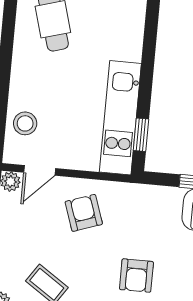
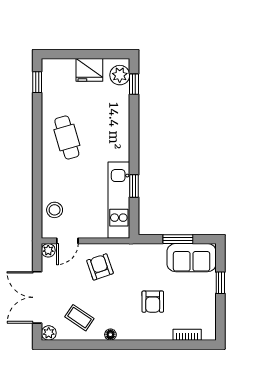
window: (141, 135) -> (134, 186), moved
armchair: (136, 276) -> (153, 302), moved

